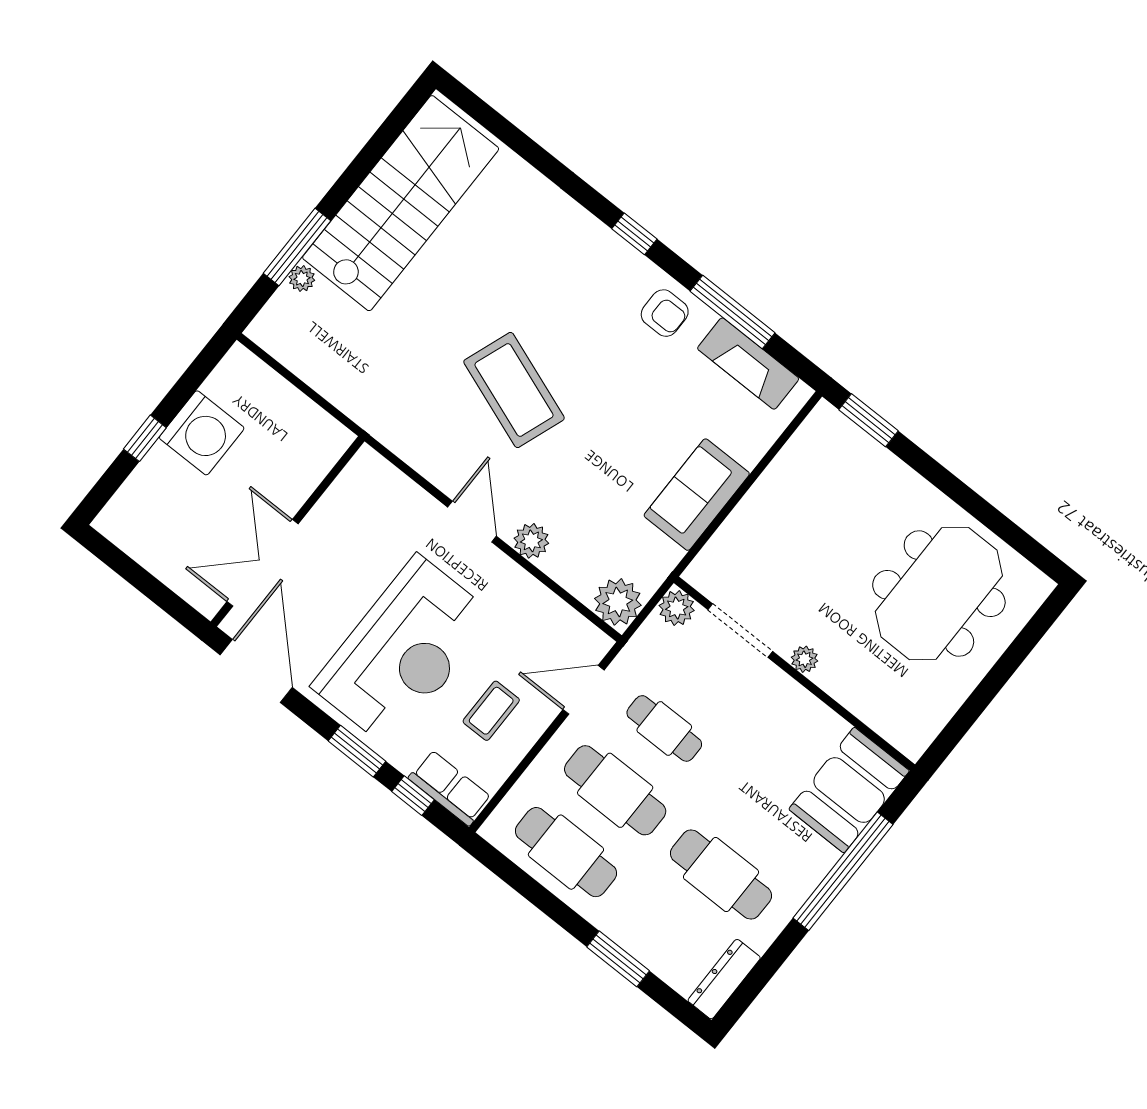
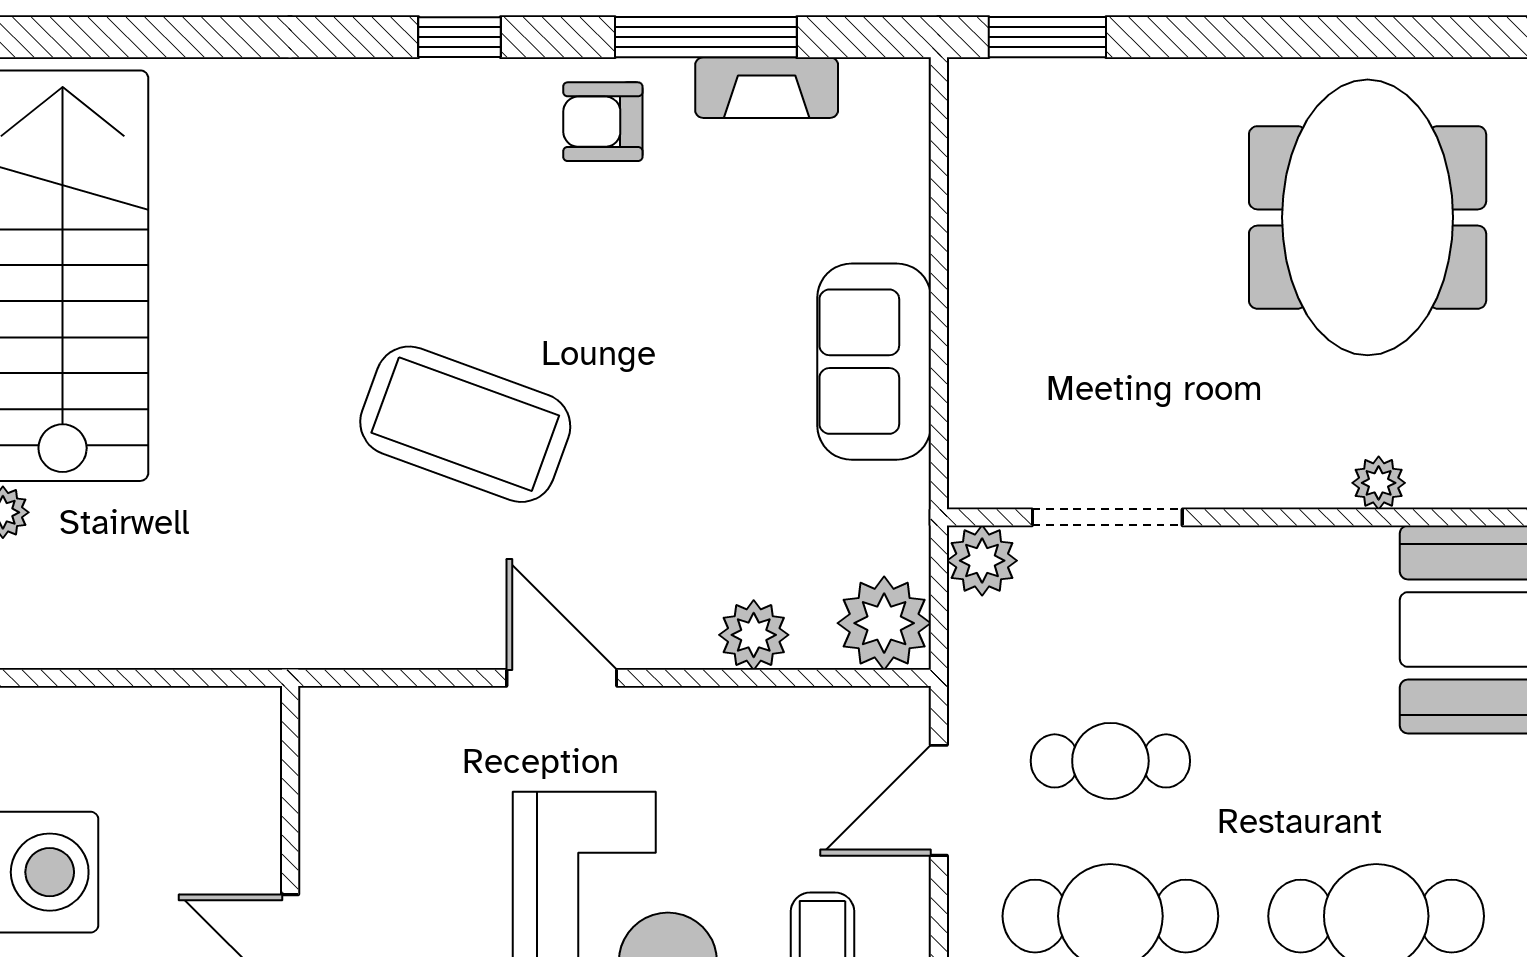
armchair: (665, 313) -> (603, 122), turned 180
fireplace: (748, 364) -> (767, 88), width x0.73, depth x0.76
plant: (531, 541) -> (754, 635), moved
plant: (805, 659) -> (1379, 483), moved

